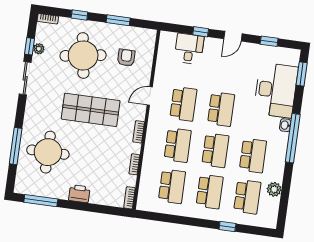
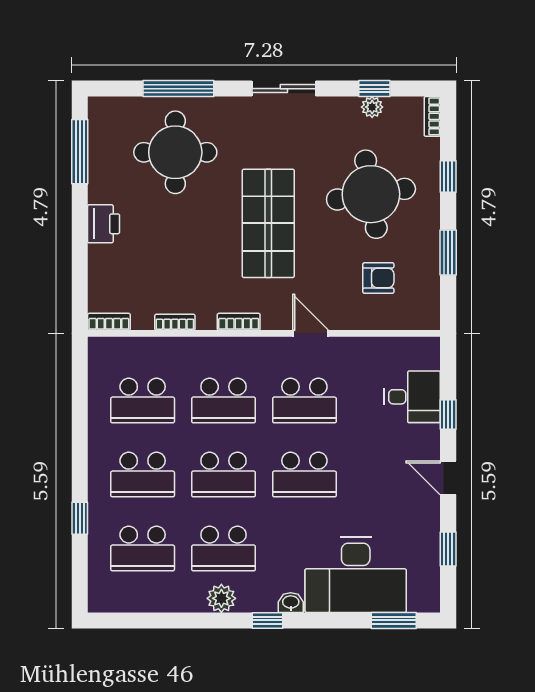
sliding door: (25, 78) -> (284, 89), moved
window: (293, 138) -> (268, 620), width x0.32
plant: (274, 189) -> (221, 598), moved

